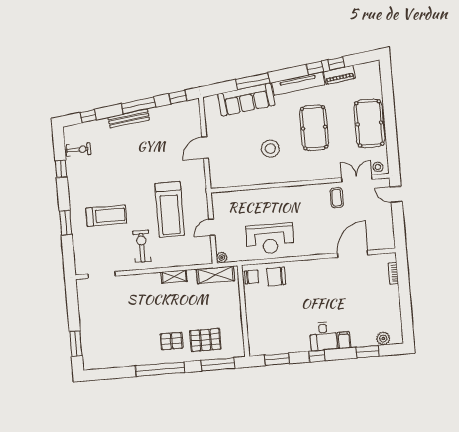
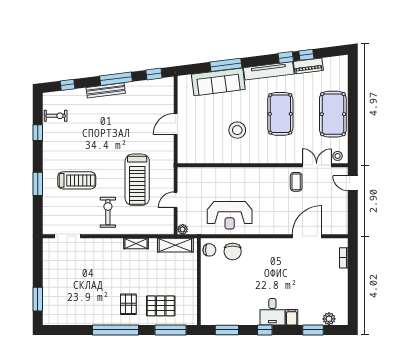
chair: (276, 276) -> (233, 252), turned -90
pallet: (172, 341) -> (128, 304), turned 90

